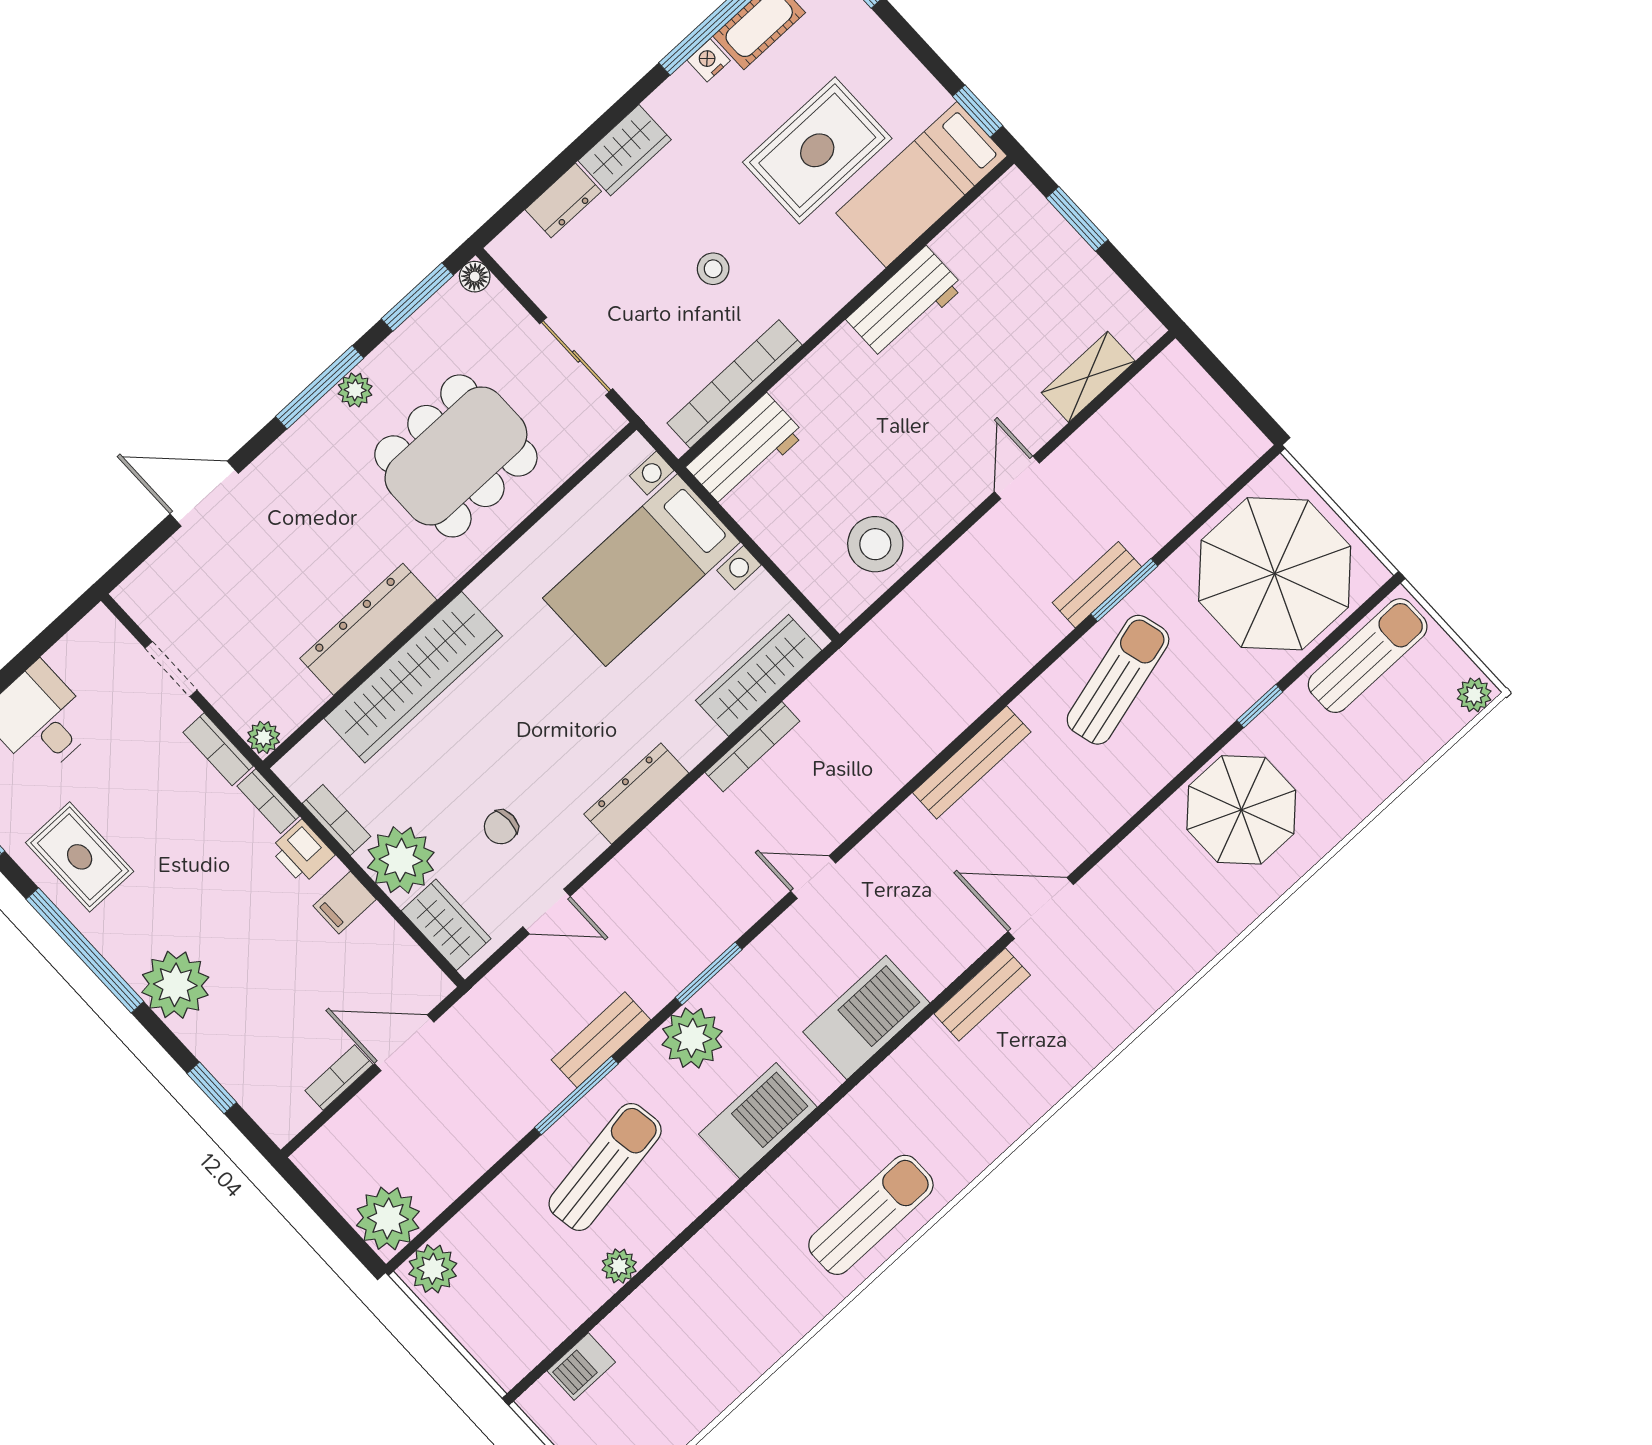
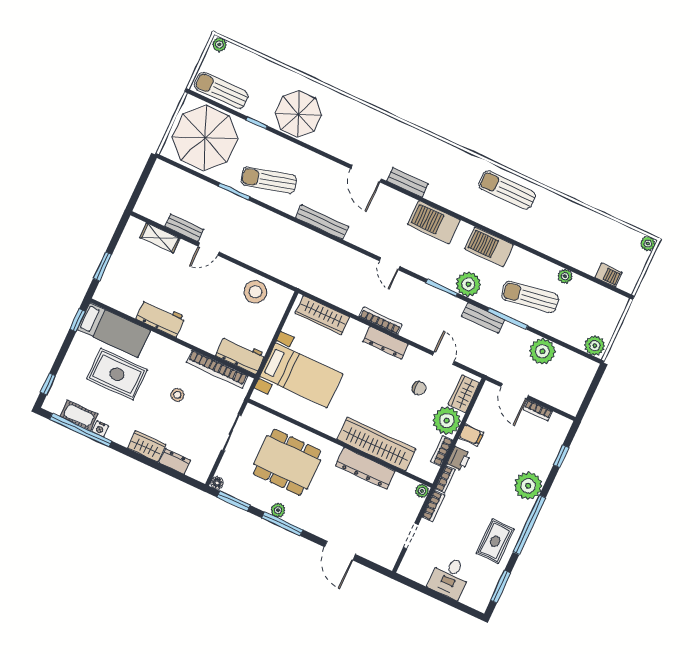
bench: (1097, 585) -> (184, 228), moved
bookcase: (752, 747) -> (381, 321), moved
plant: (388, 1218) -> (542, 351), moved

